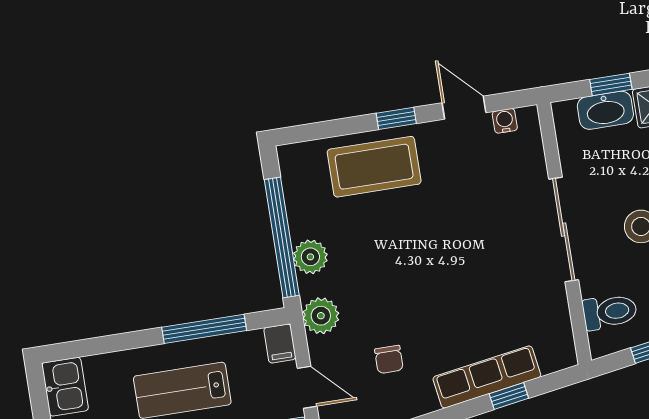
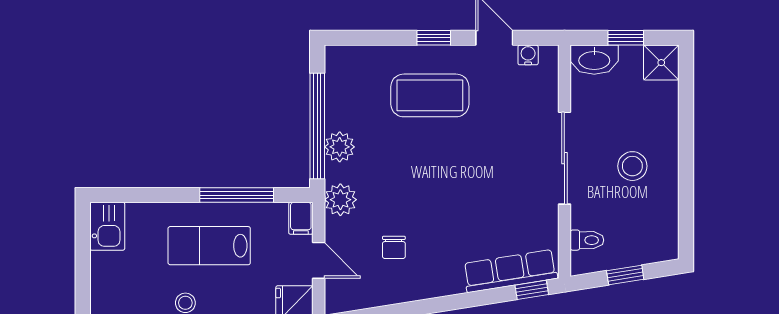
washbasin: (605, 110) -> (594, 60), moved
coffee table: (374, 167) -> (430, 95), moved
toilet: (610, 312) -> (587, 240), width x0.73, depth x0.72
row of seats: (487, 377) -> (510, 271), moved
window: (509, 396) -> (532, 290), moved

